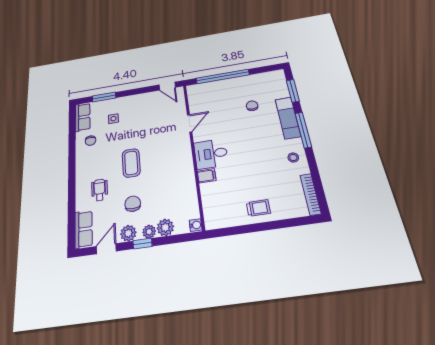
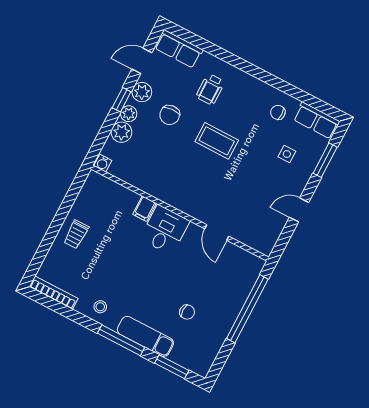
door: (167, 86) -> (299, 210), moved
wheelchair: (100, 190) -> (210, 89), turned 90
chair: (133, 204) -> (170, 115), turned 86
door: (106, 249) -> (142, 61), swing flipped

